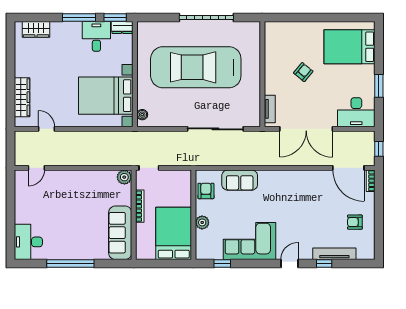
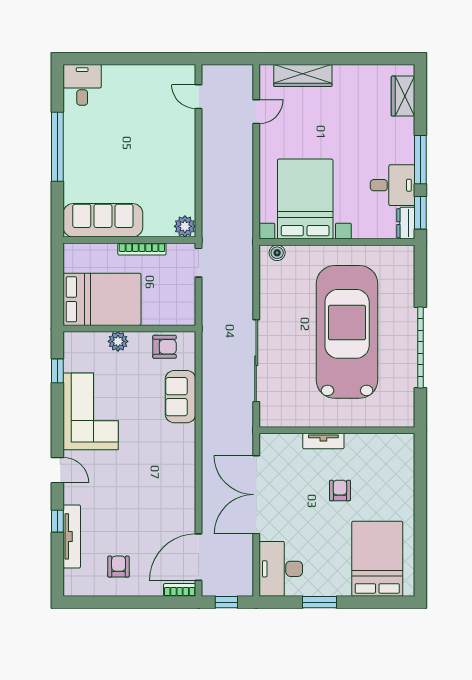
armchair: (303, 72) -> (340, 490), turned -130
tv unit: (270, 109) -> (323, 441), moved
desk: (28, 242) -> (82, 85), width x0.73

